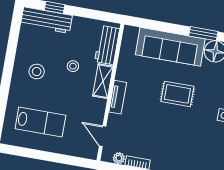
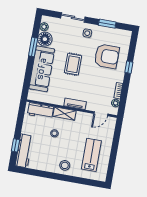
stool: (37, 72) -> (65, 165), moved
armchair: (189, 145) -> (107, 56), added

